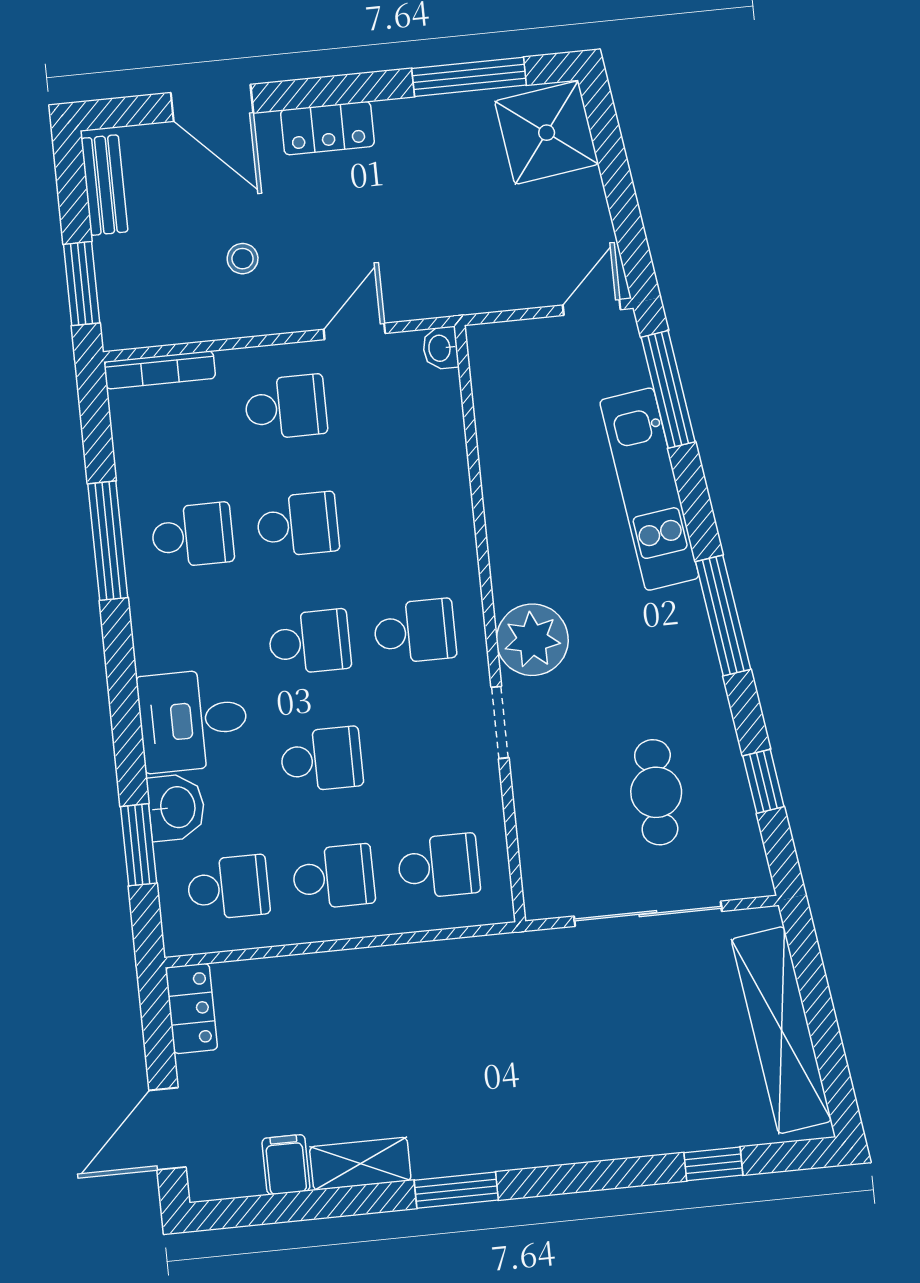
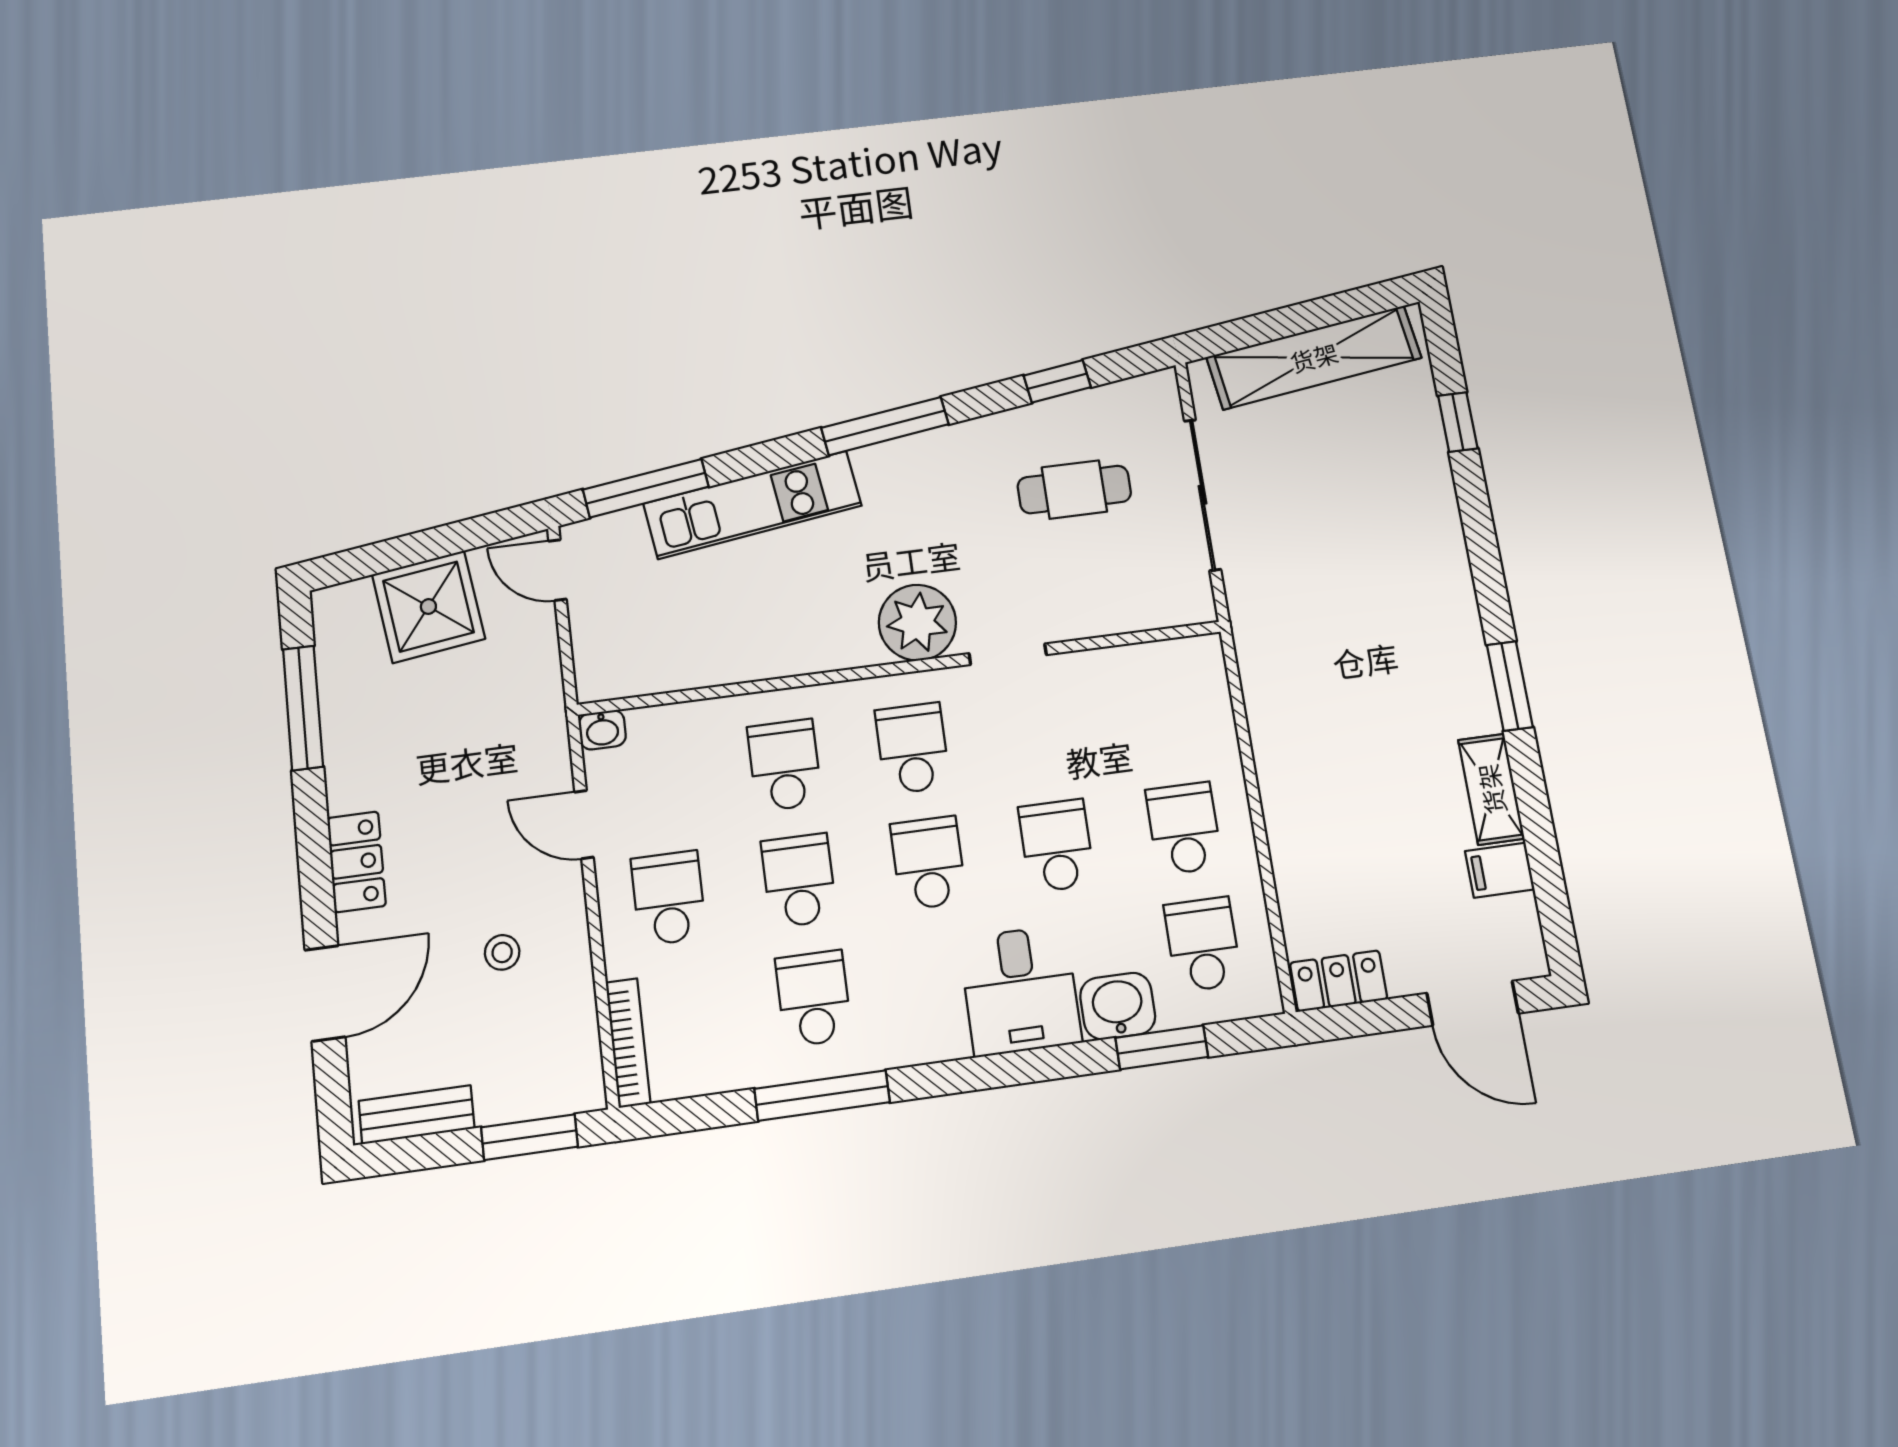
shower: (547, 133) -> (428, 607), moved
school desk: (439, 866) -> (785, 765), moved

